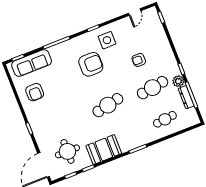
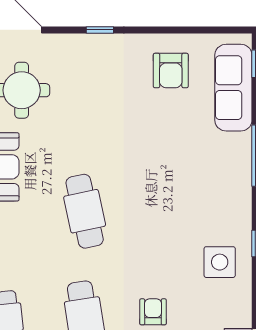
armchair: (91, 64) -> (183, 209), removed
armchair: (35, 92) -> (171, 71), turned -89

